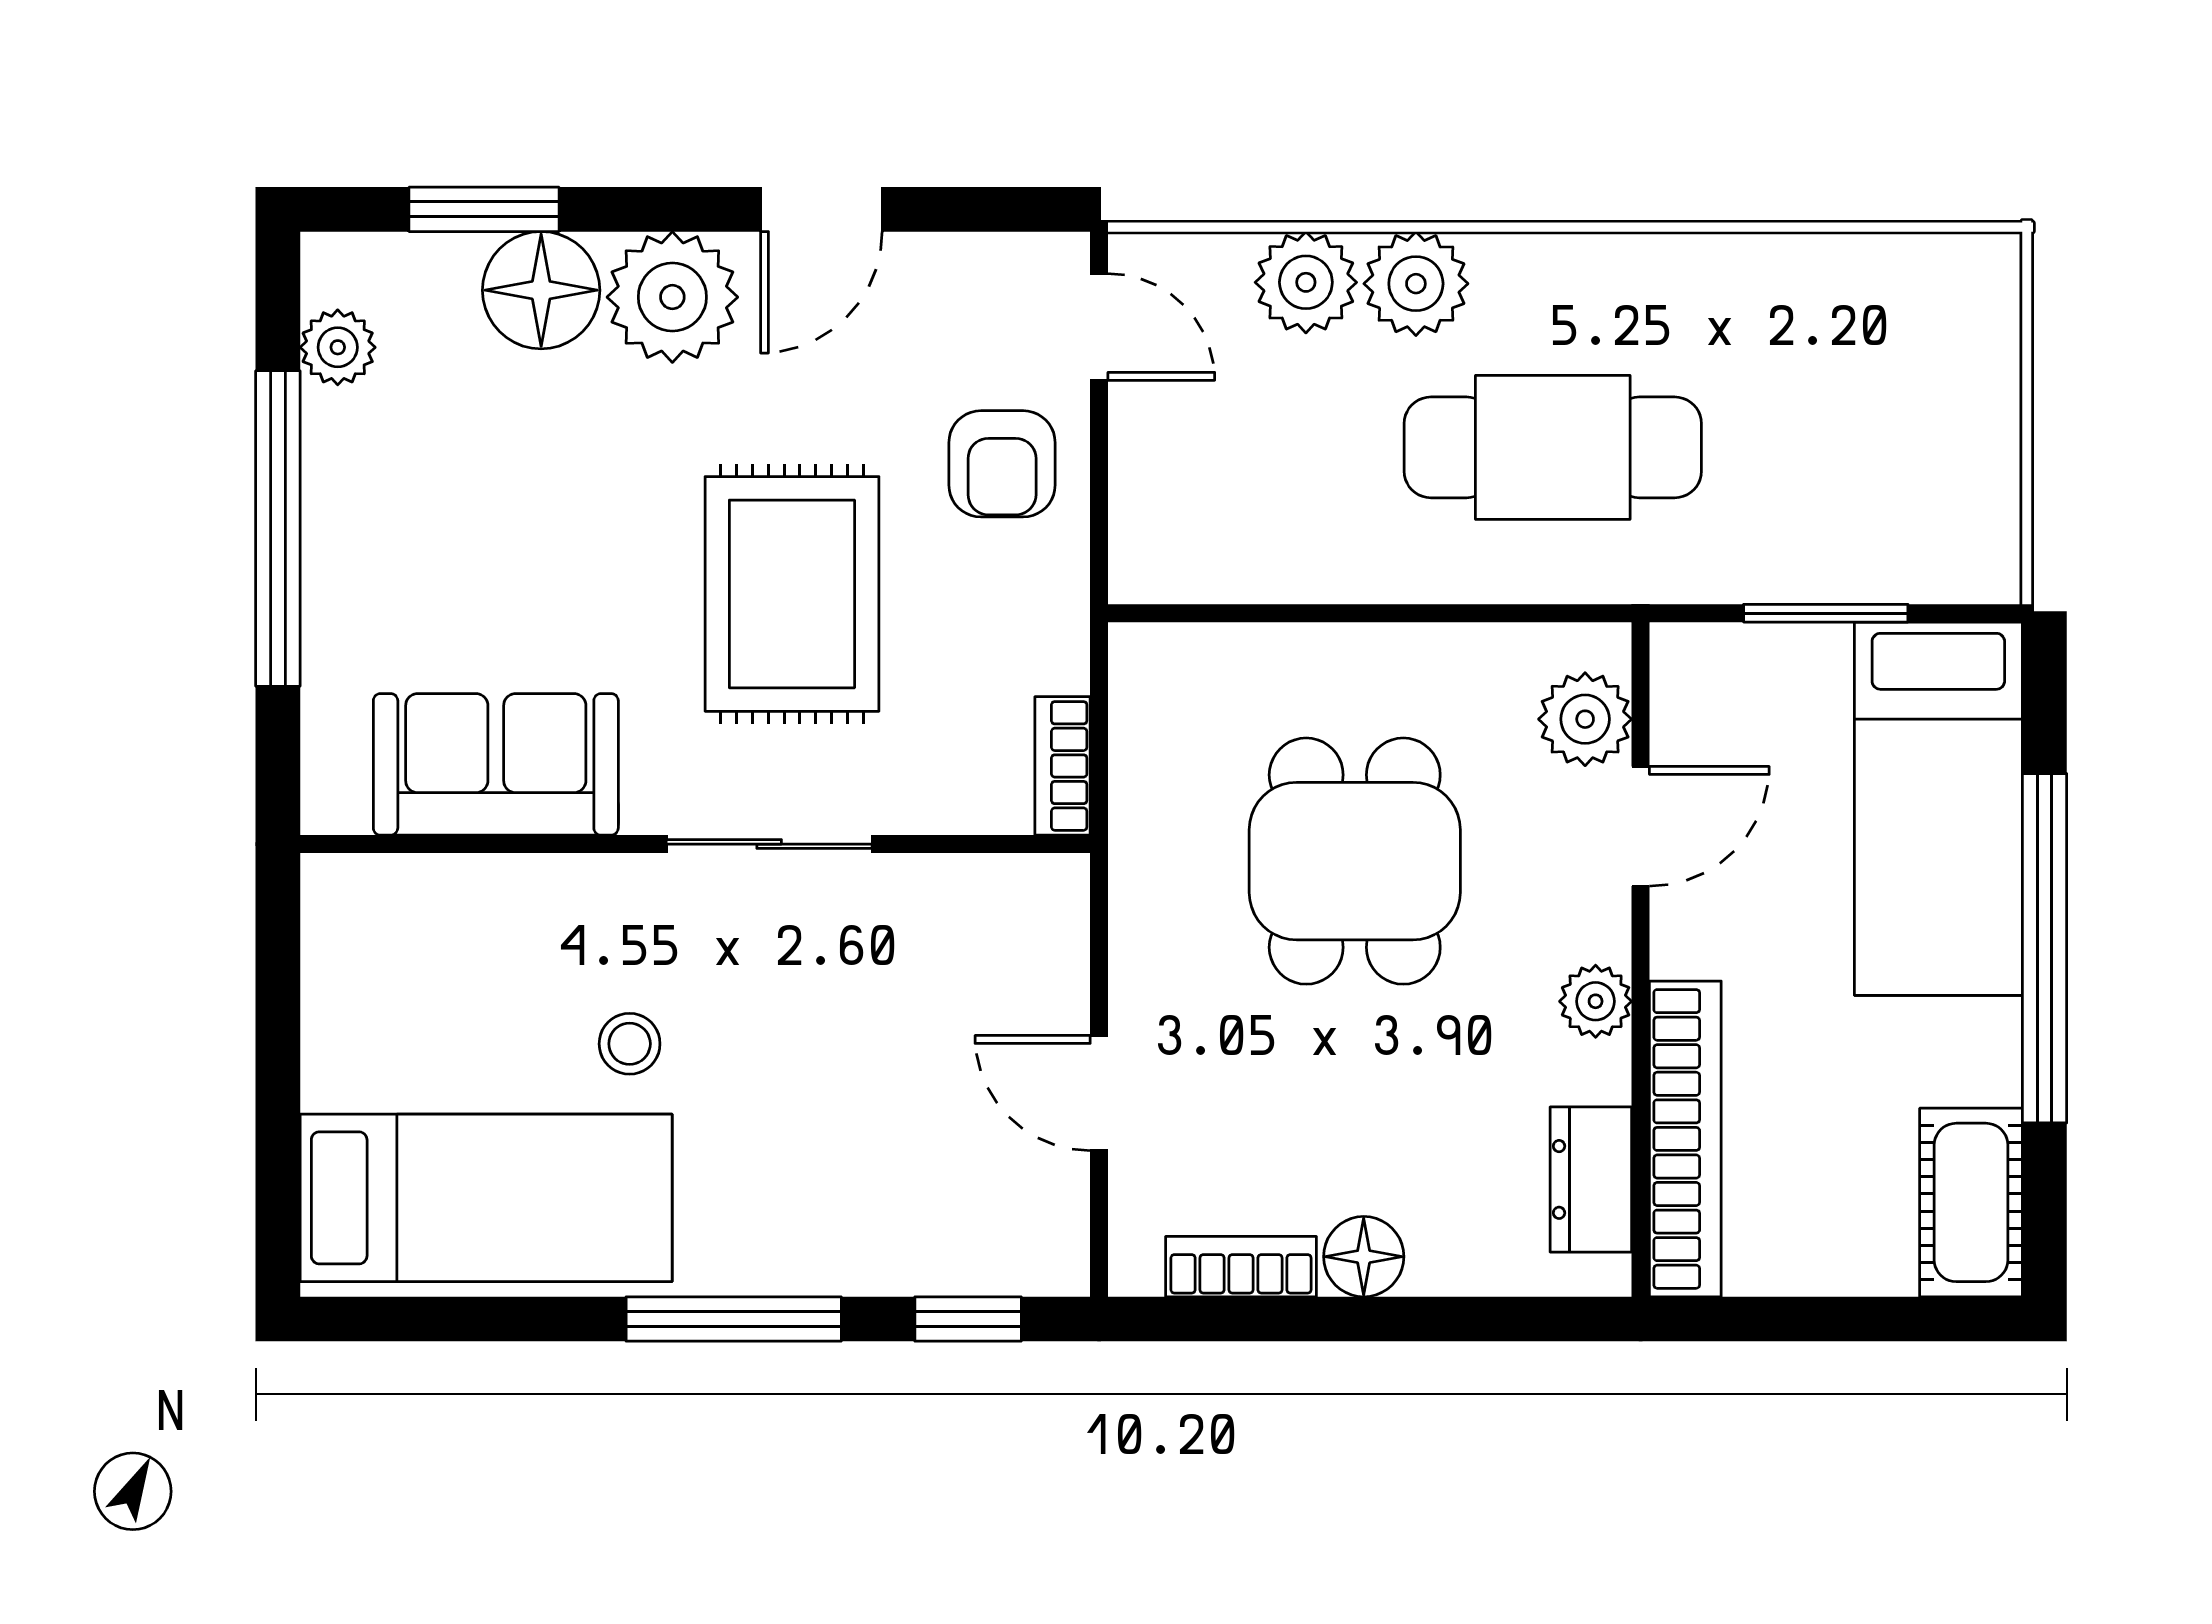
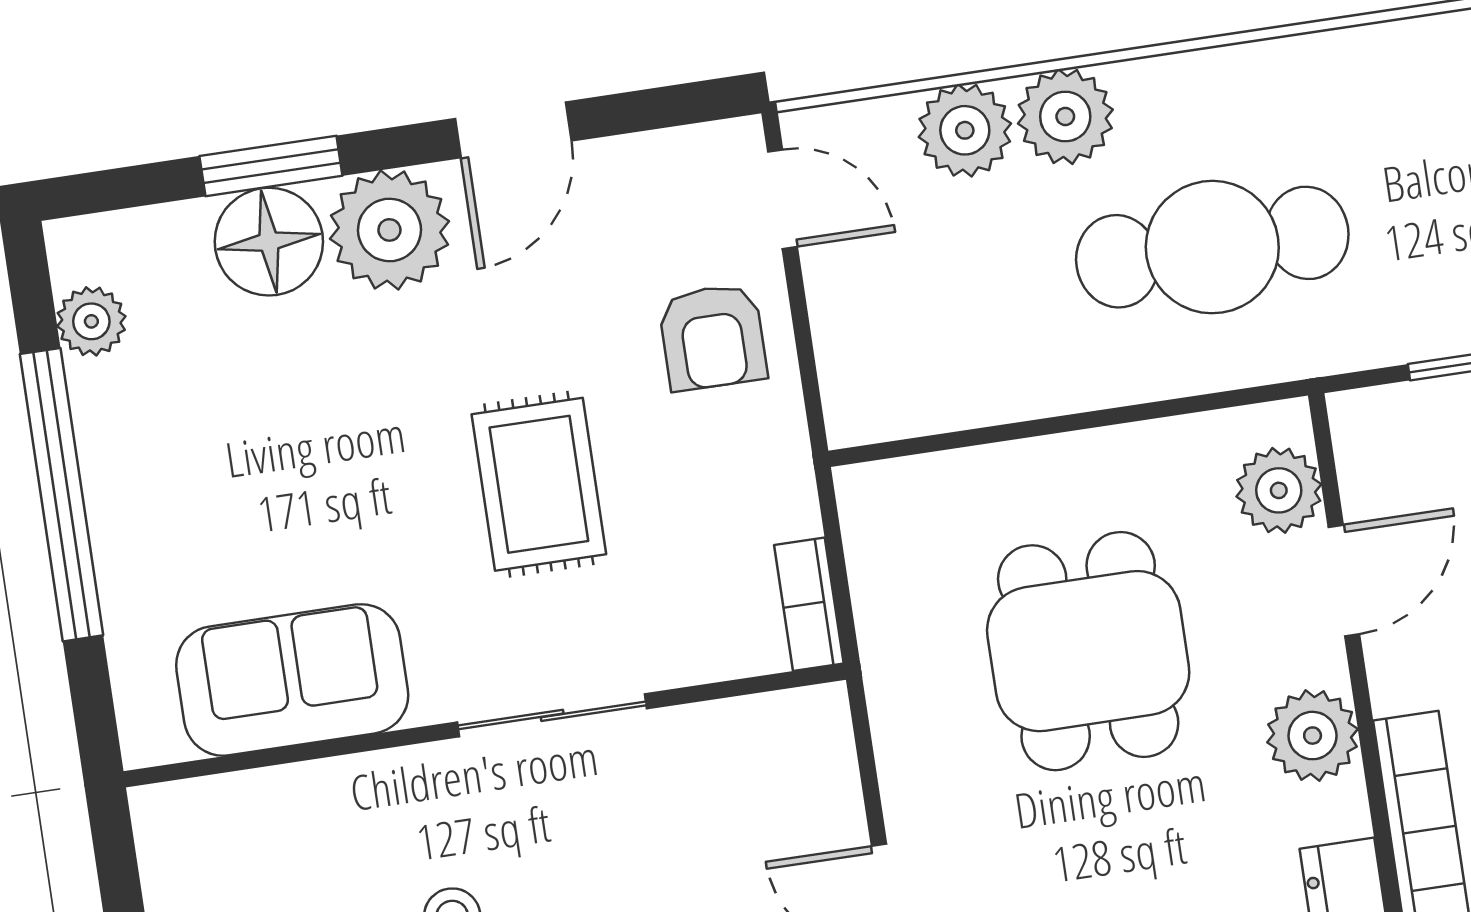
window: (484, 209) -> (271, 166), moved
rug: (792, 594) -> (539, 484), width x0.73, depth x0.70
plant: (1596, 1001) -> (1313, 736), width x1.38, depth x1.38

